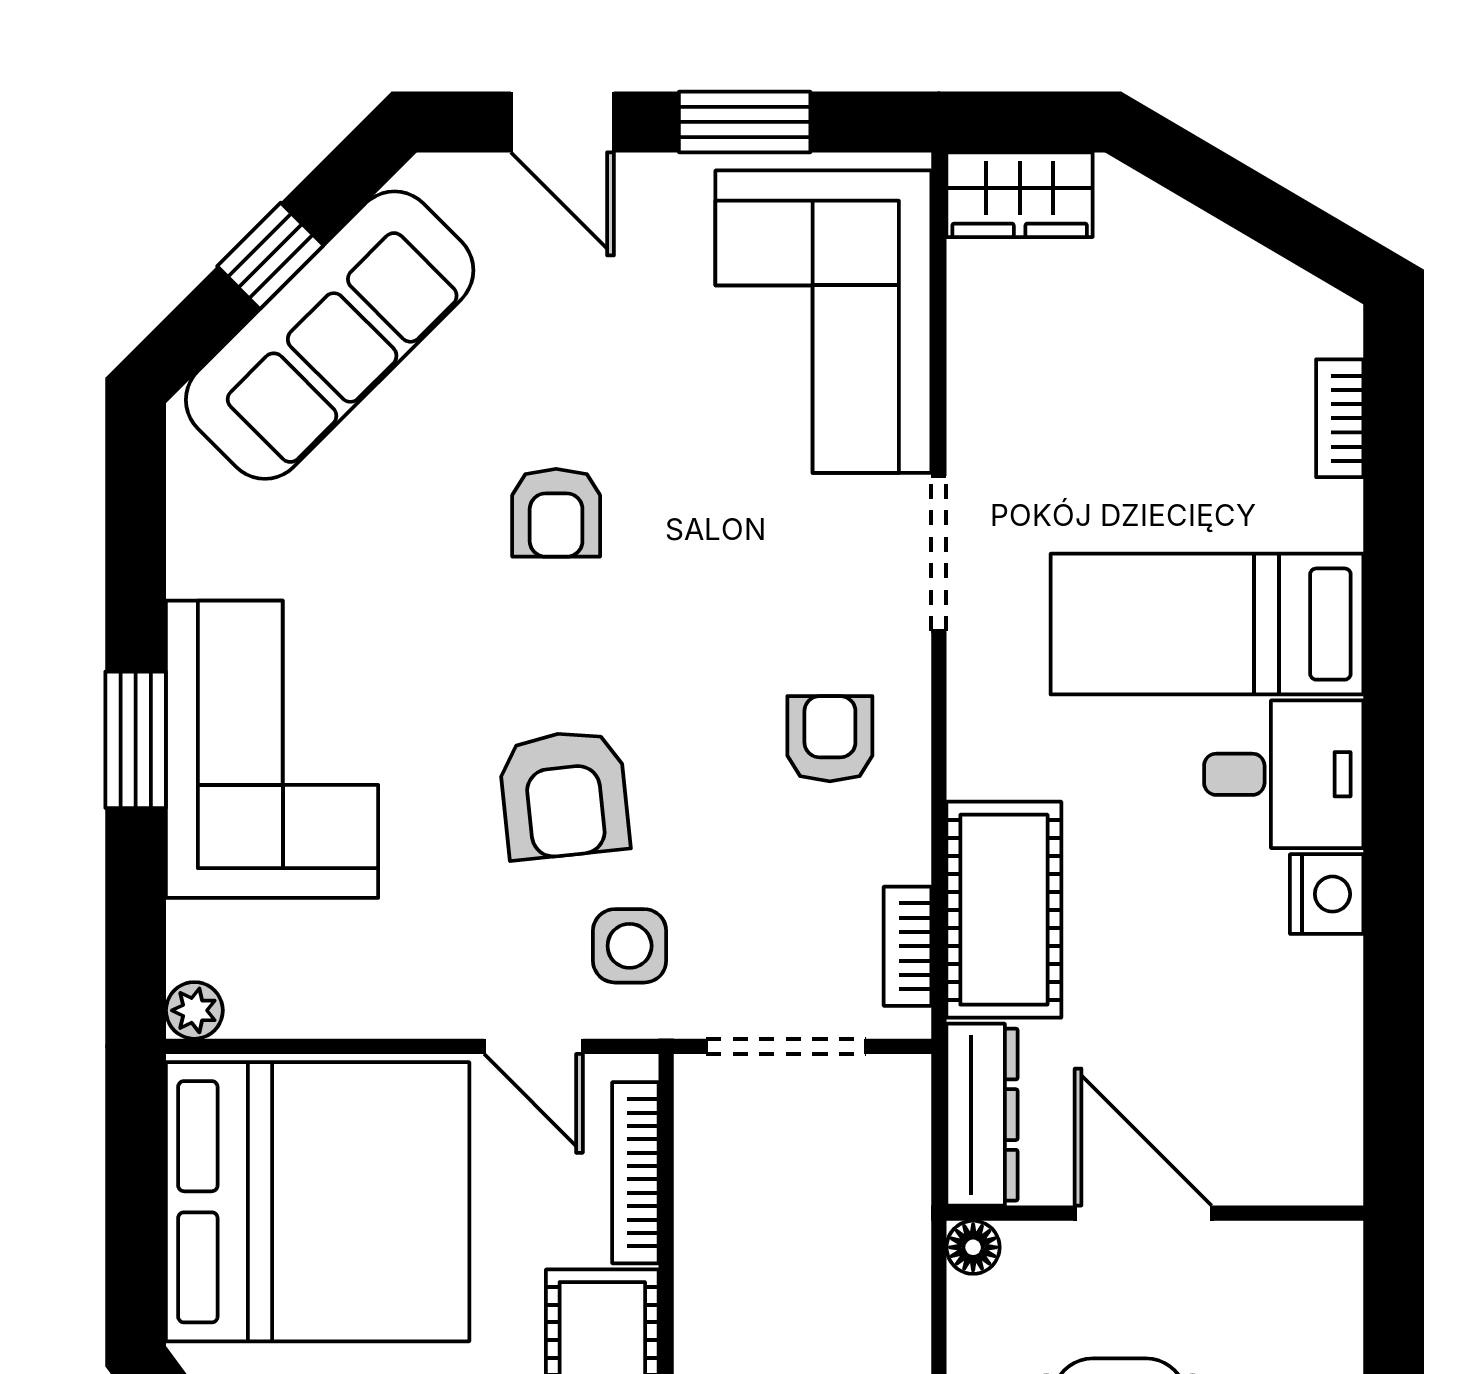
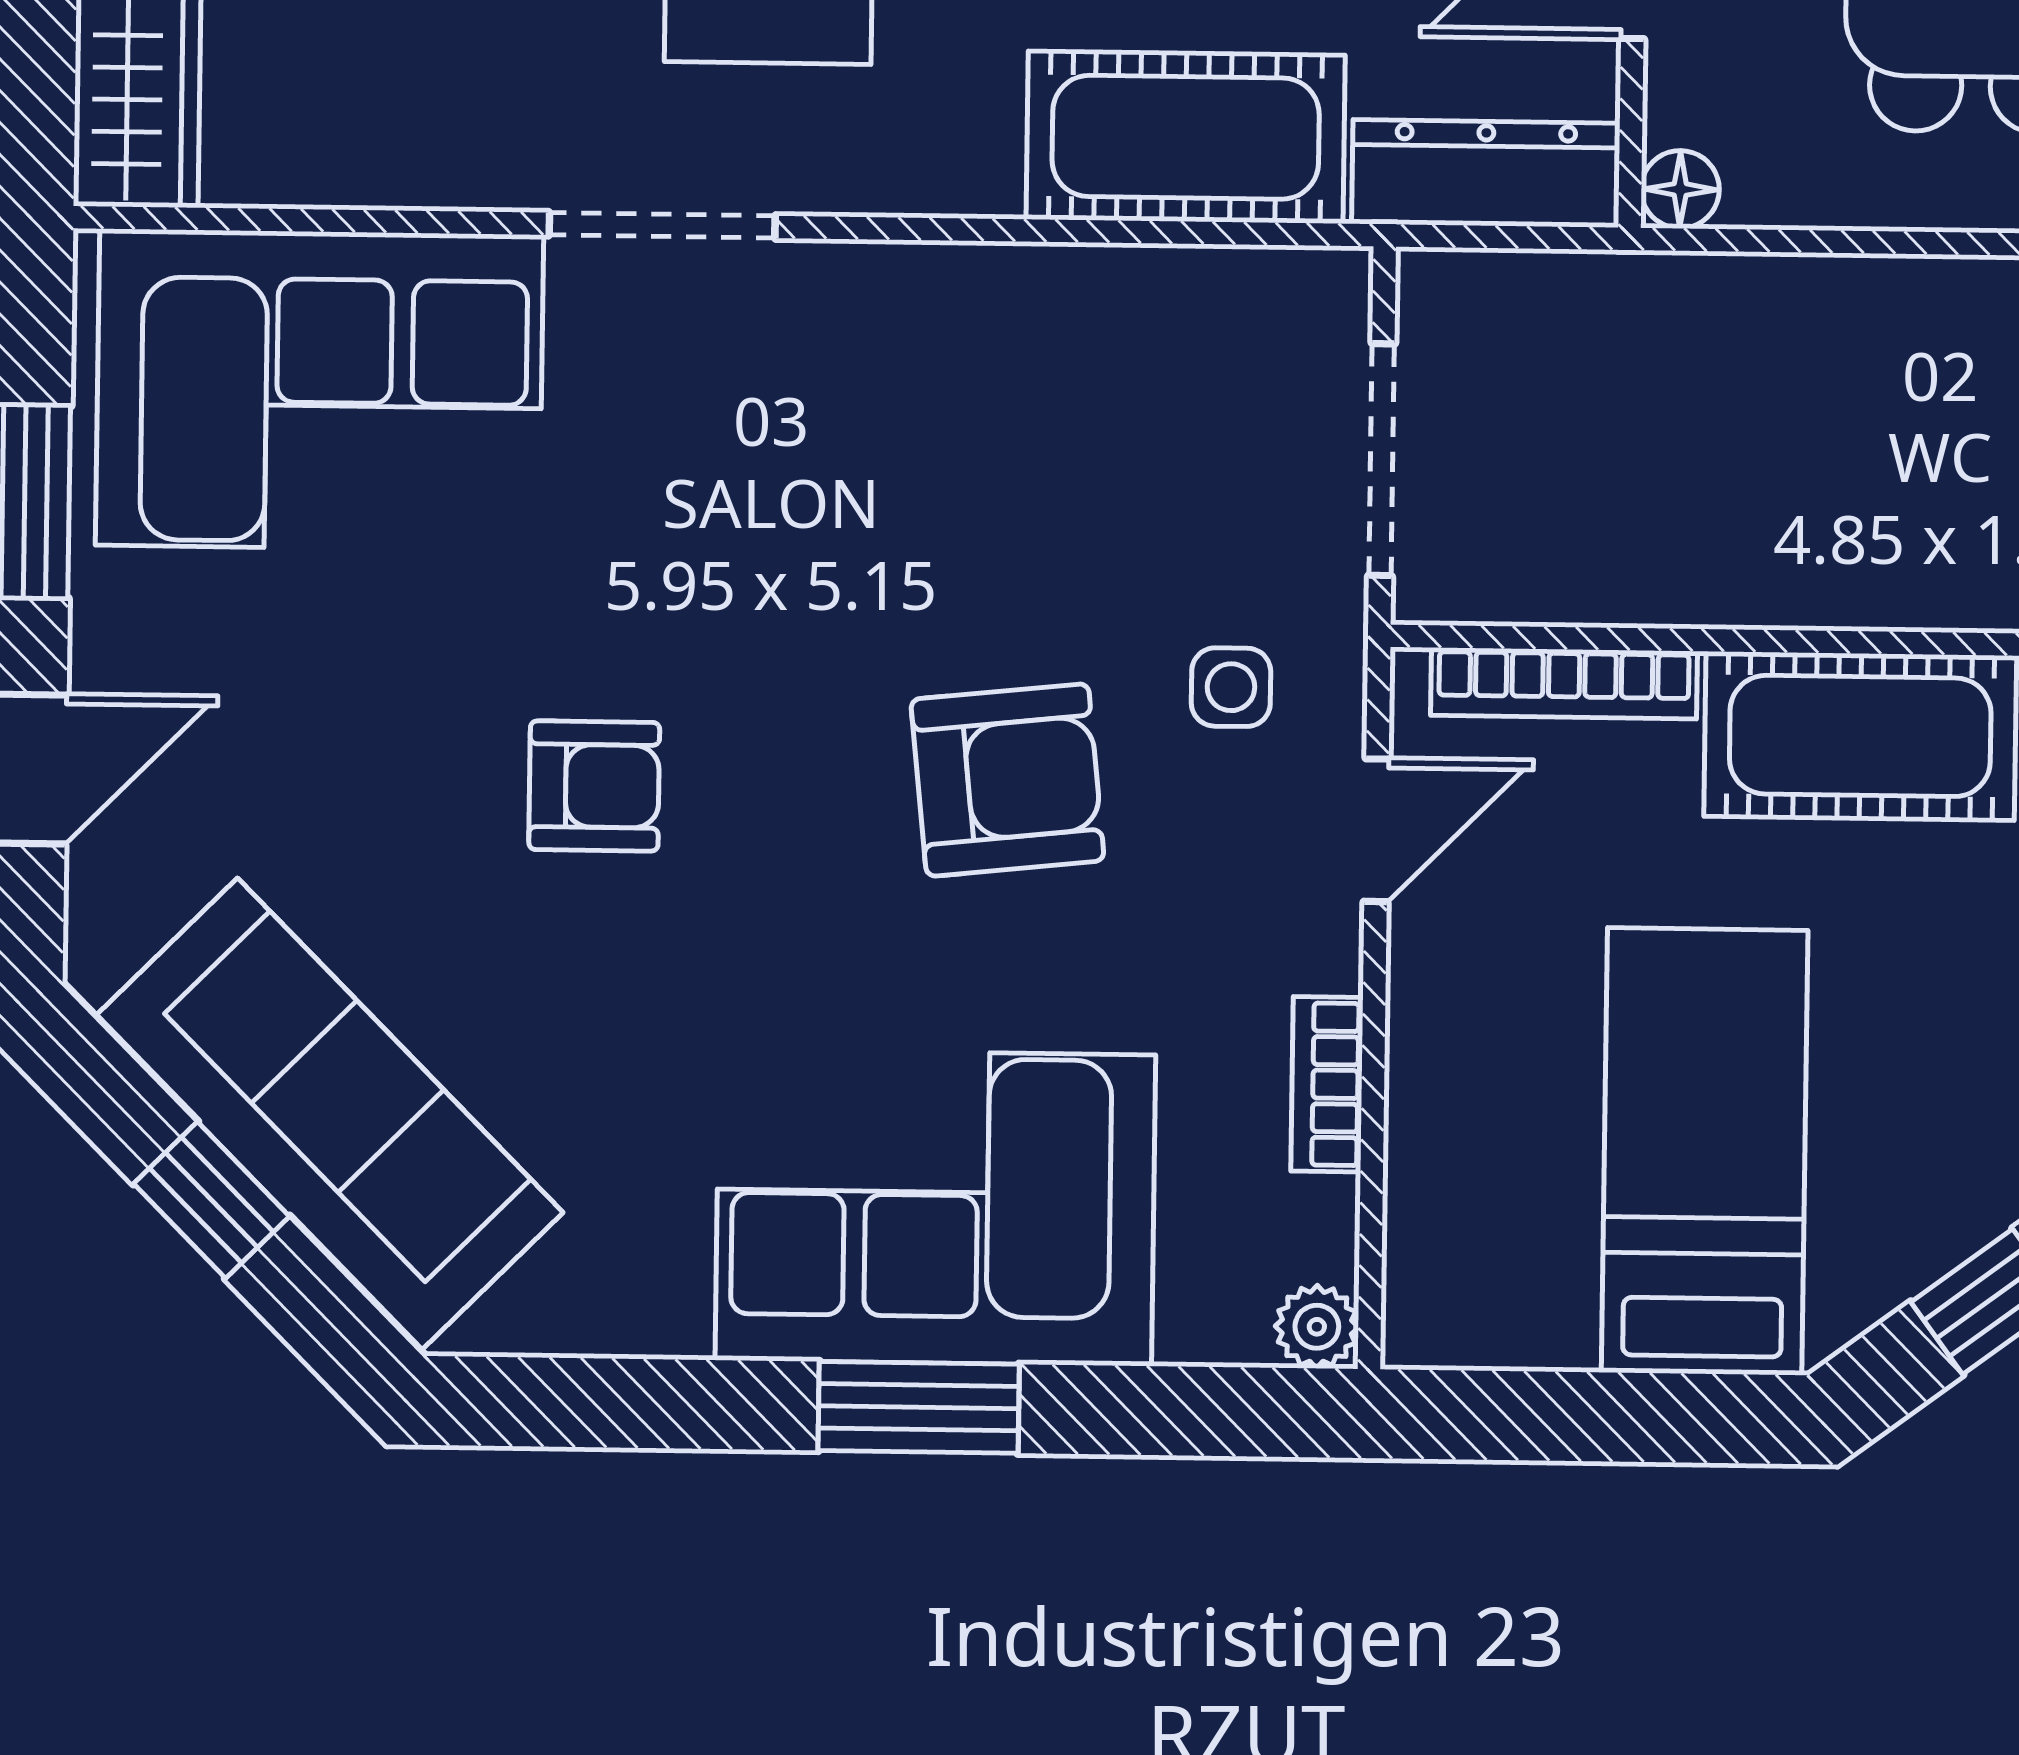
armchair: (830, 739) -> (931, 389), removed
side table: (630, 946) -> (1231, 687), width x0.73, depth x0.73
bookcase: (908, 946) -> (1327, 1084), moved, turned 90
bed: (318, 1202) -> (1705, 1151), width x0.49

